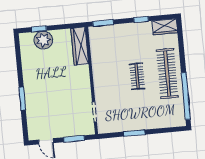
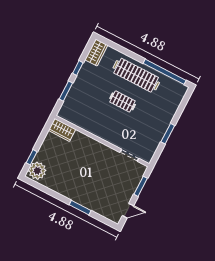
window: (103, 23) -> (66, 91), moved
plant: (43, 40) -> (37, 171), moved
wardrobe: (80, 46) -> (62, 130), width x0.67

